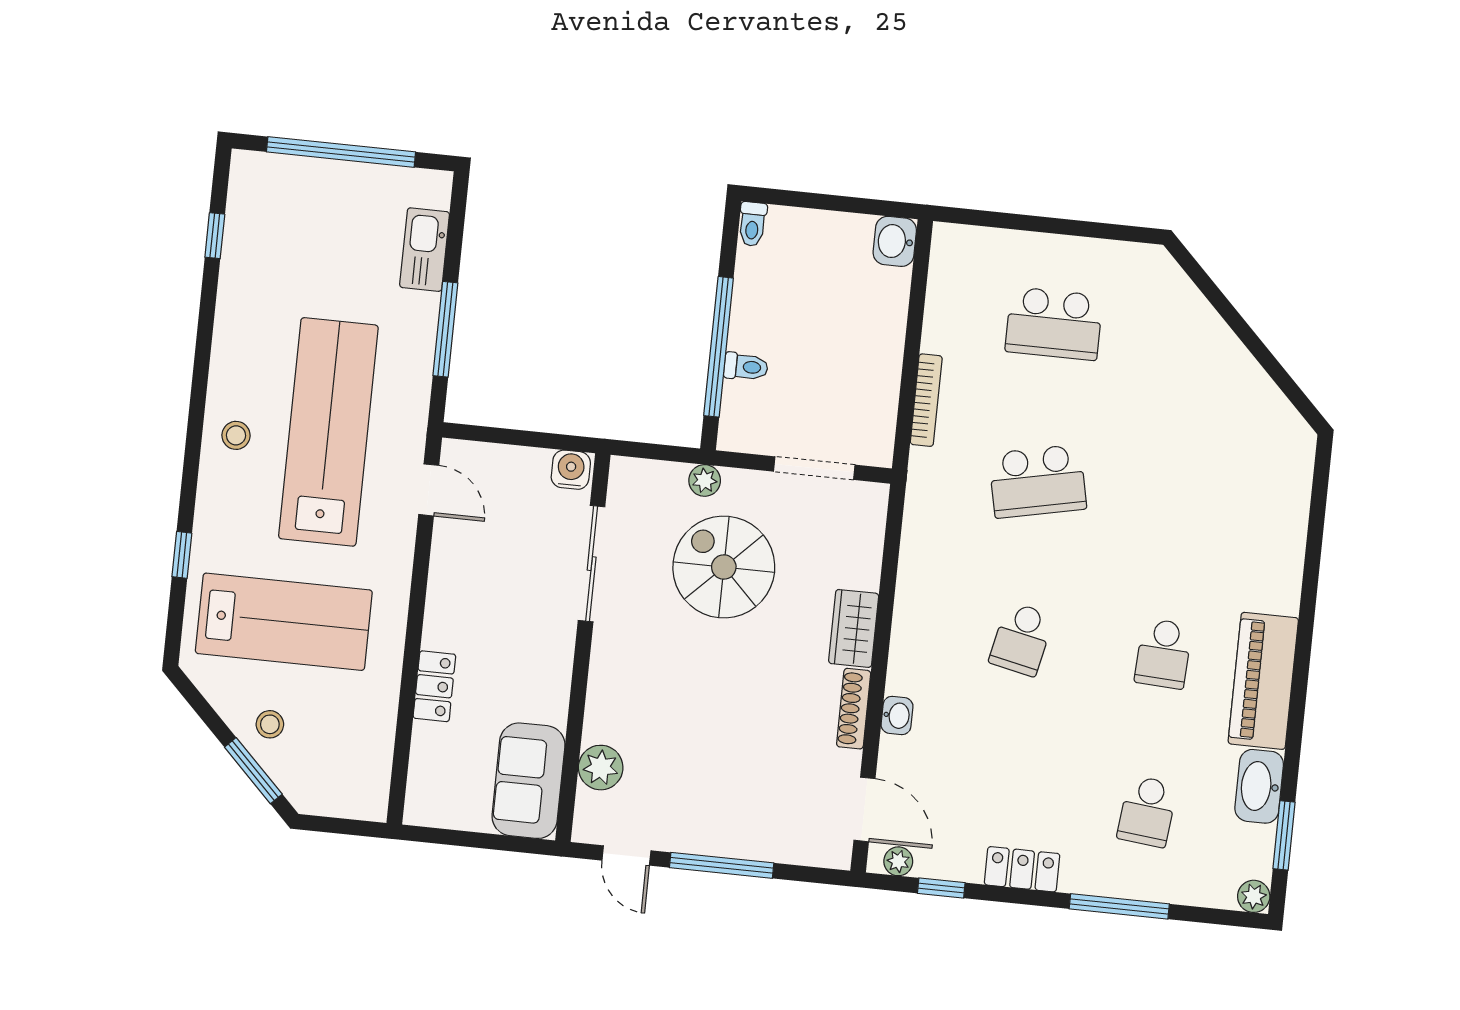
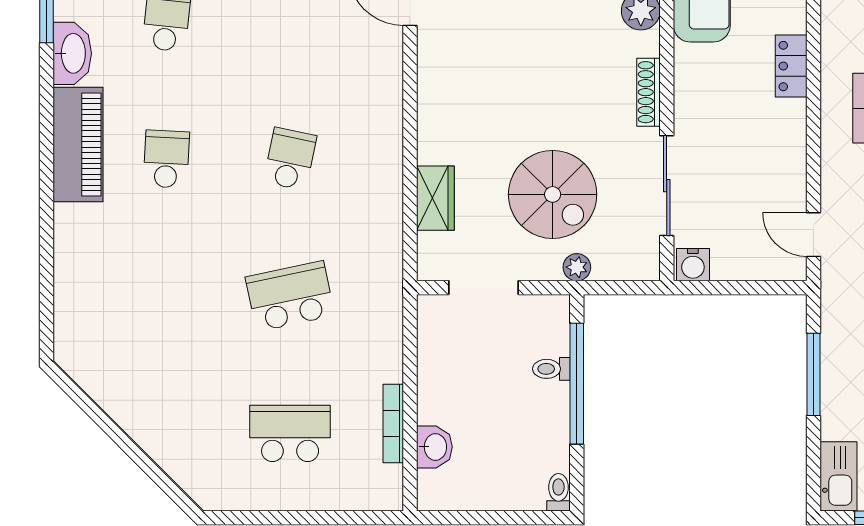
washbasin: (895, 241) -> (434, 447), moved
kitchen sink: (425, 250) -> (838, 476), moved
bookcase: (926, 400) -> (393, 423), moved
wardrobe: (854, 628) -> (435, 198), moved
shoe rack: (854, 709) -> (648, 92), moved, turned 180
washbasin: (897, 716) -> (390, 82), removed

